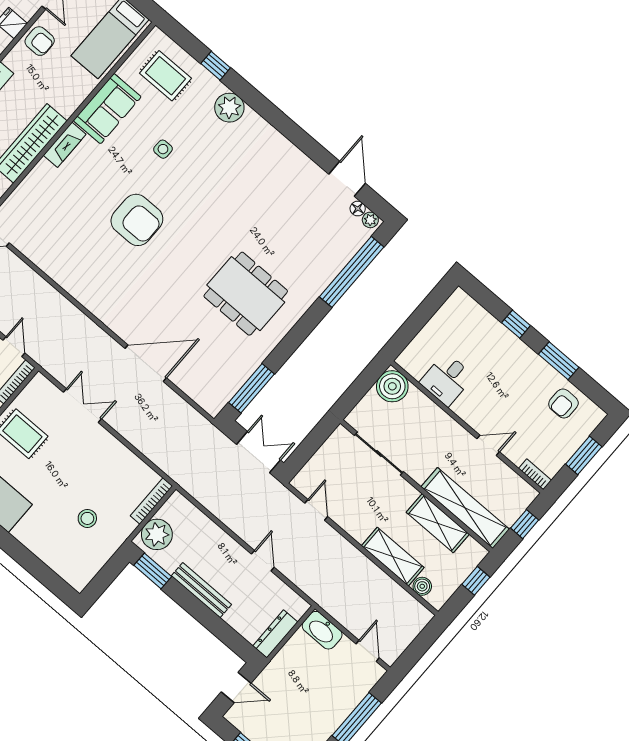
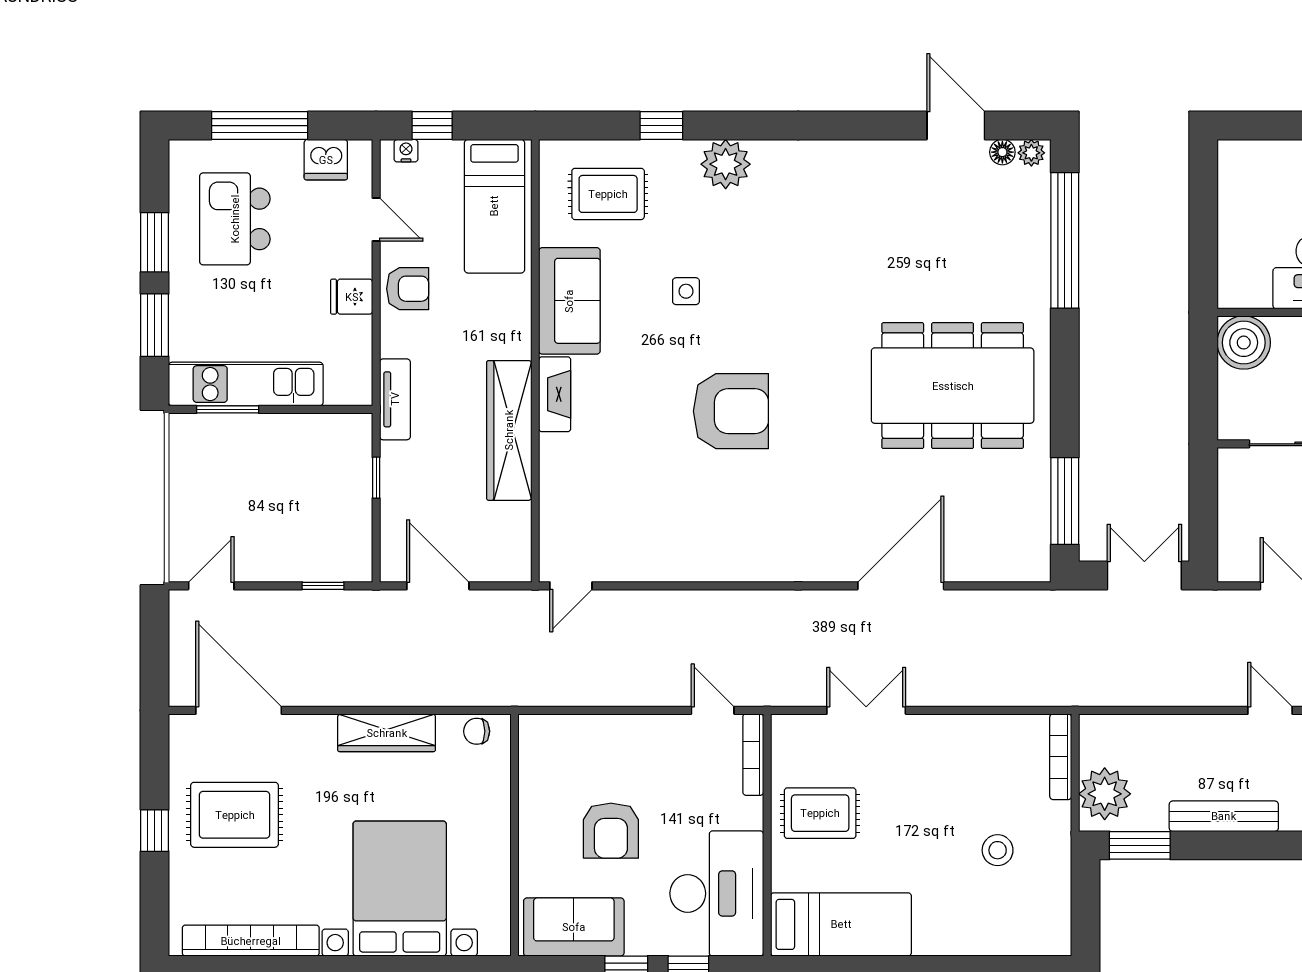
dining table: (246, 294) -> (953, 386), width x1.36, depth x1.24

